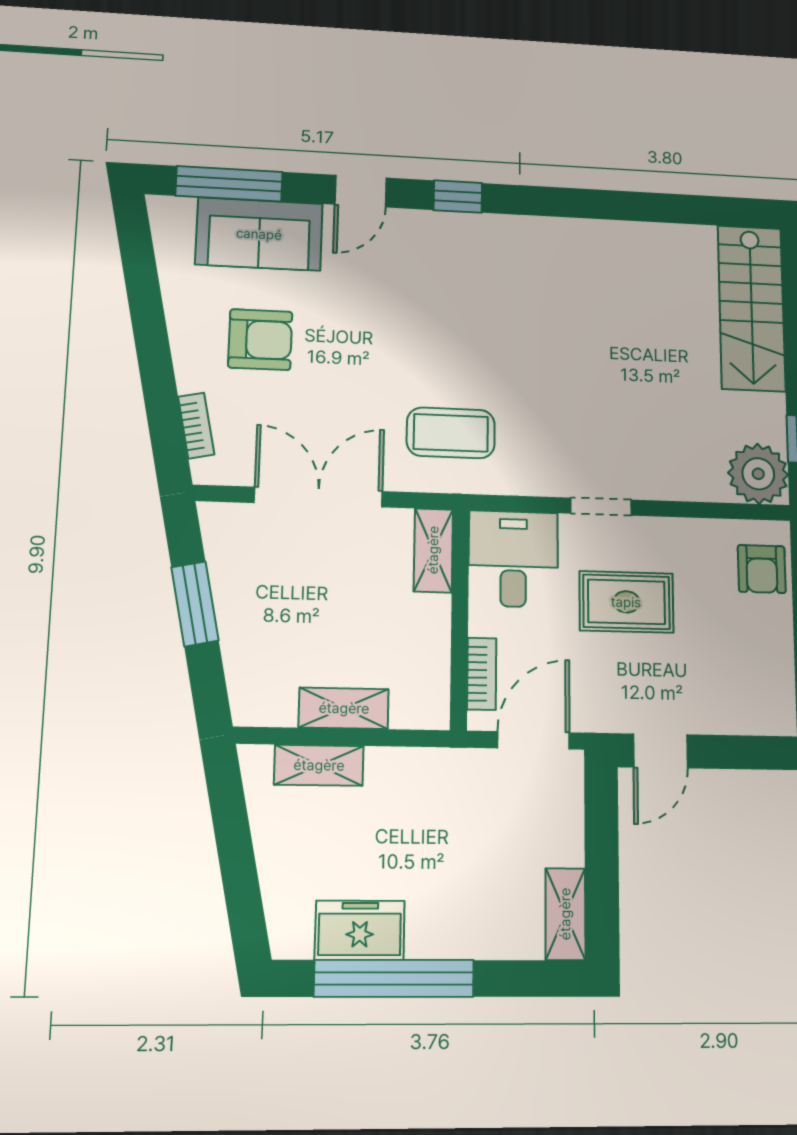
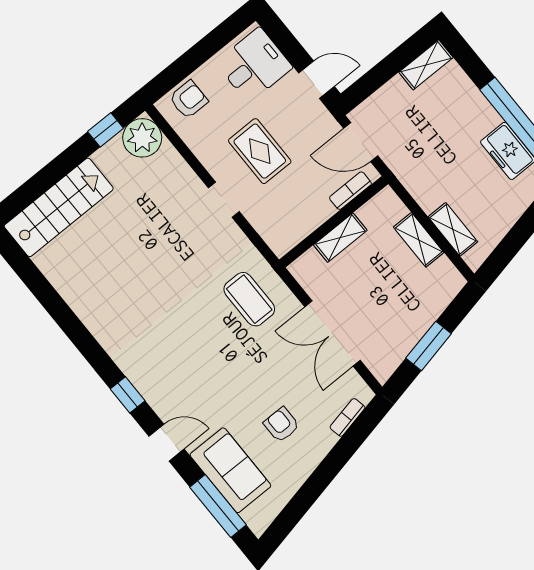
armchair: (260, 340) -> (281, 425), width x0.72, depth x0.72
shelving: (433, 550) -> (340, 238), moved
desk: (513, 559) -> (254, 65), moved, turned 180

